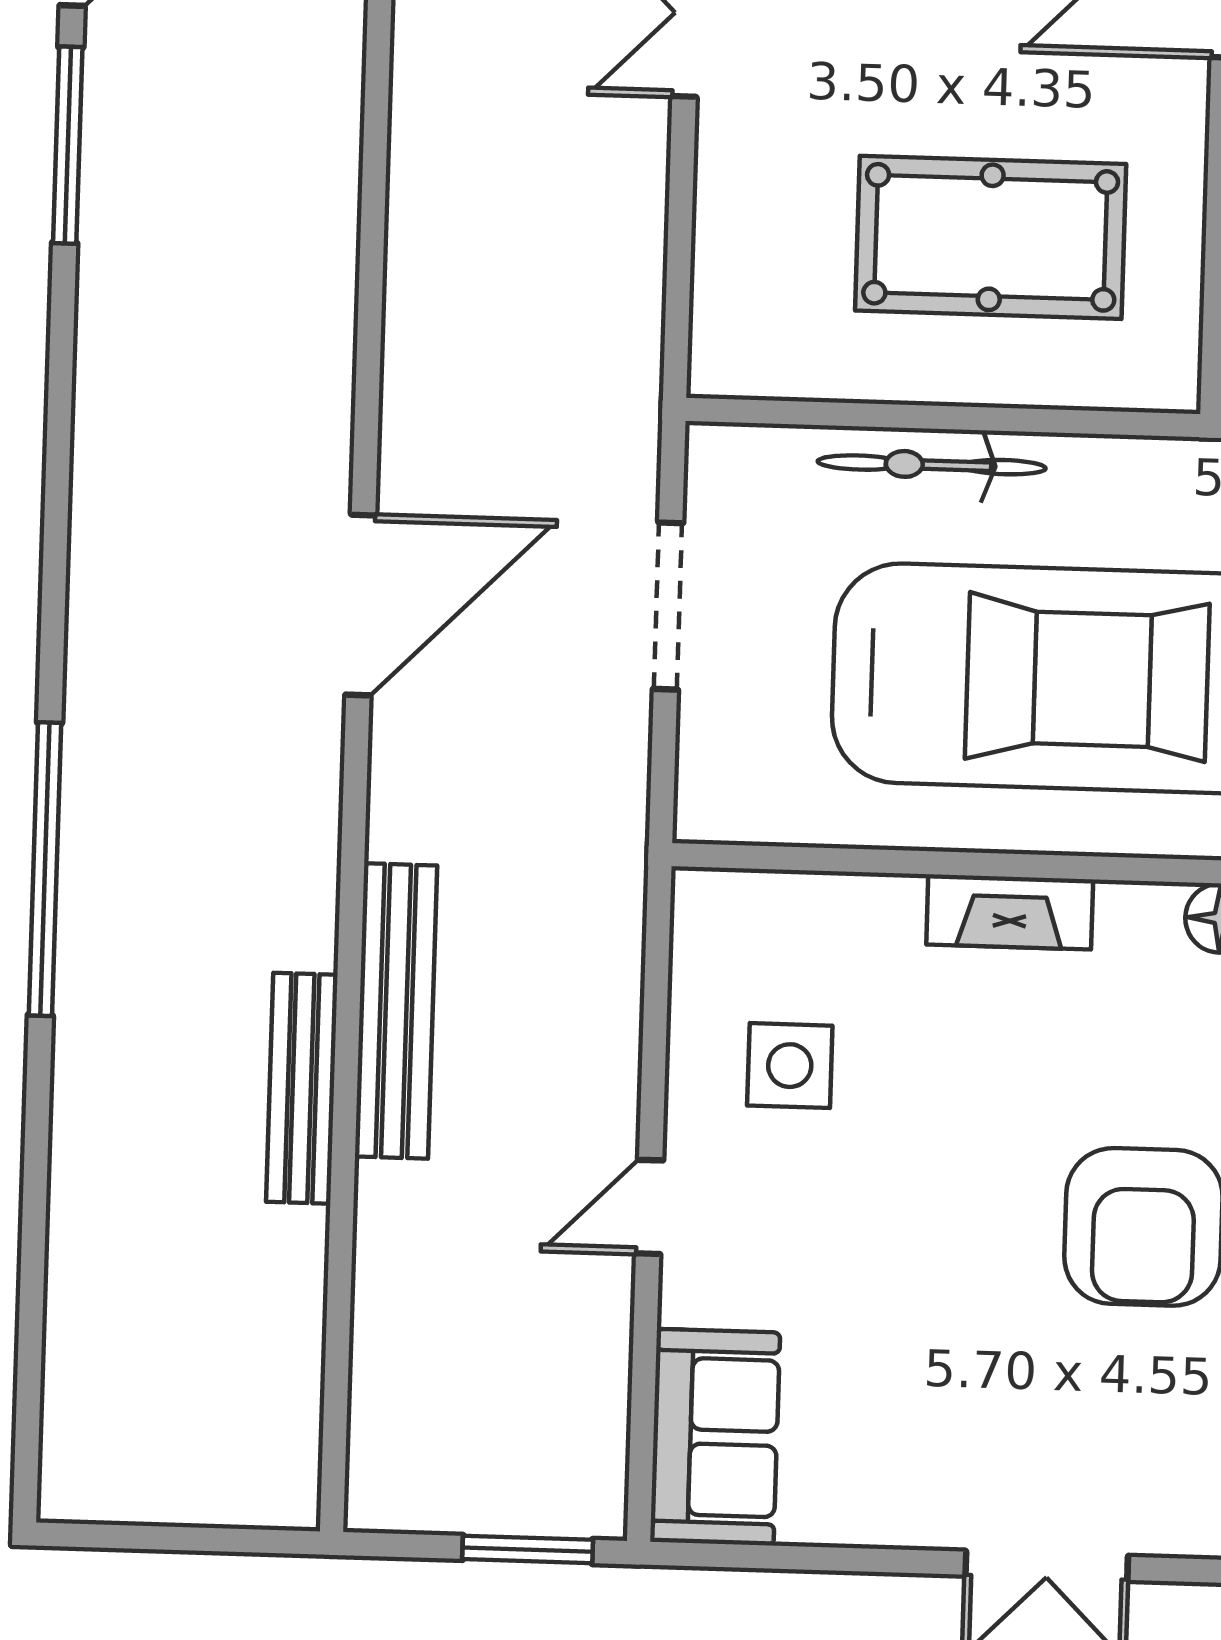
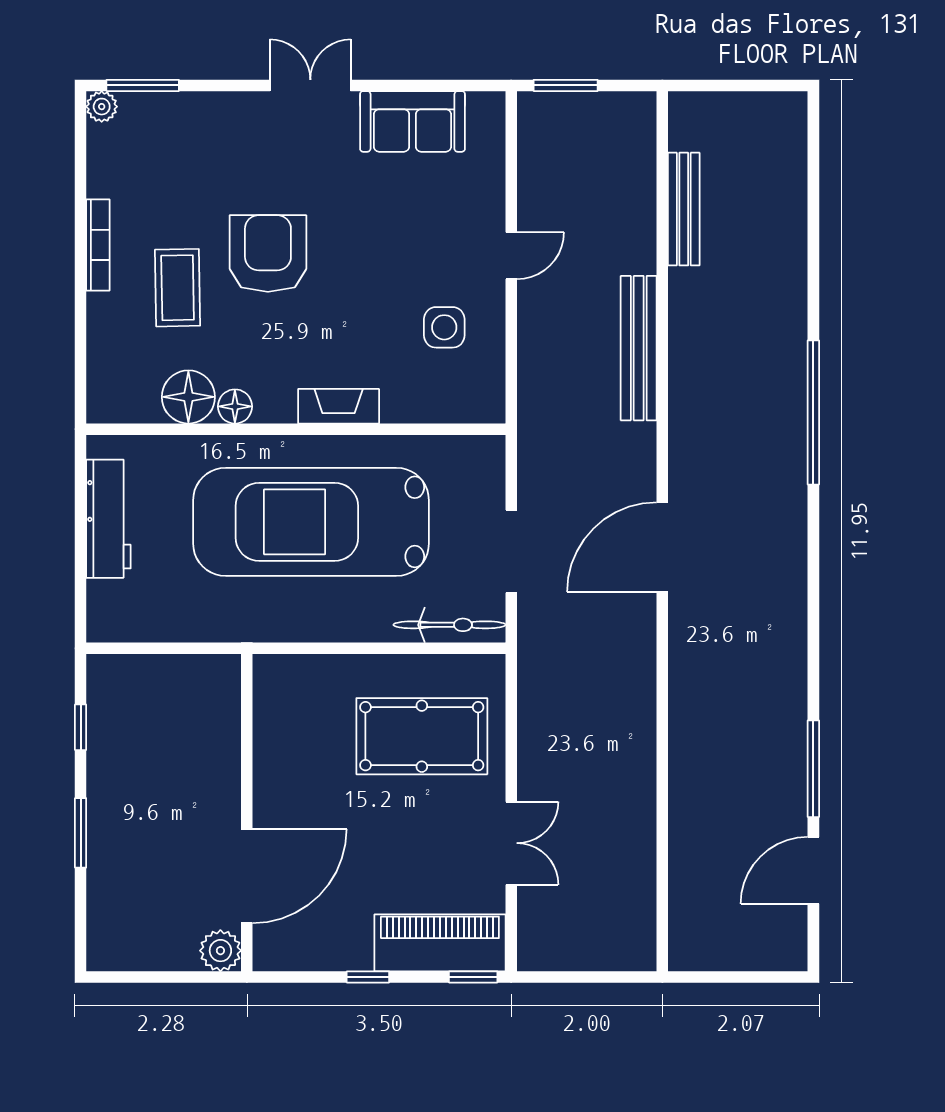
pool table: (991, 237) -> (422, 736), moved
bicycle: (932, 465) -> (449, 625), moved
bench: (302, 1088) -> (684, 209), moved
sofa: (715, 1437) -> (412, 121), moved, turned -90

